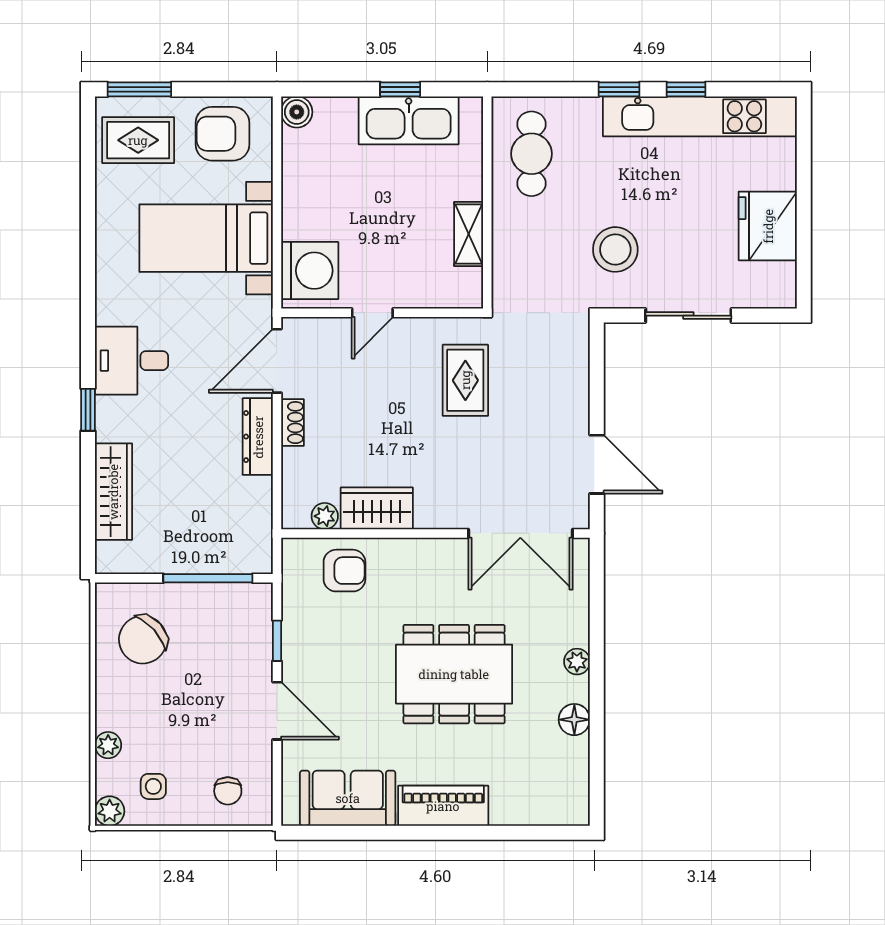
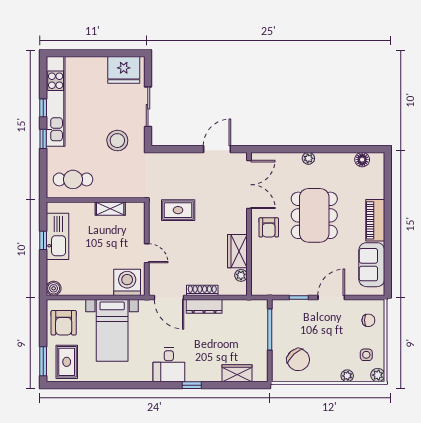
fridge: (768, 226) -> (124, 70), moved
shoe rack: (292, 423) -> (202, 290), width x1.43
wardrobe: (113, 492) -> (237, 373), width x0.67
armchair: (344, 571) -> (269, 227), moved, turned 180
floor lamp: (574, 720) -> (362, 160), moved

